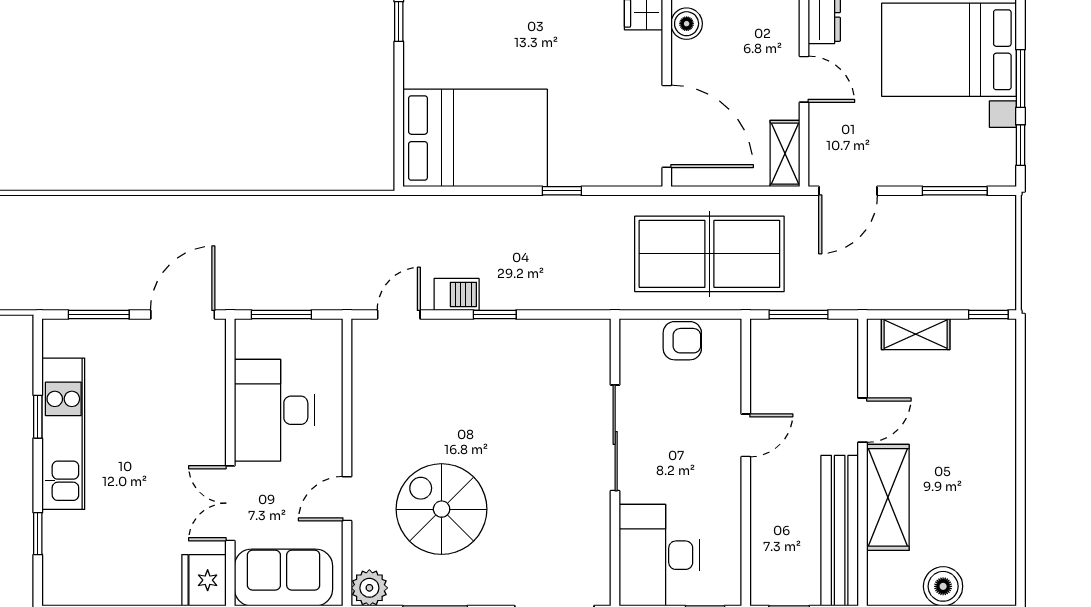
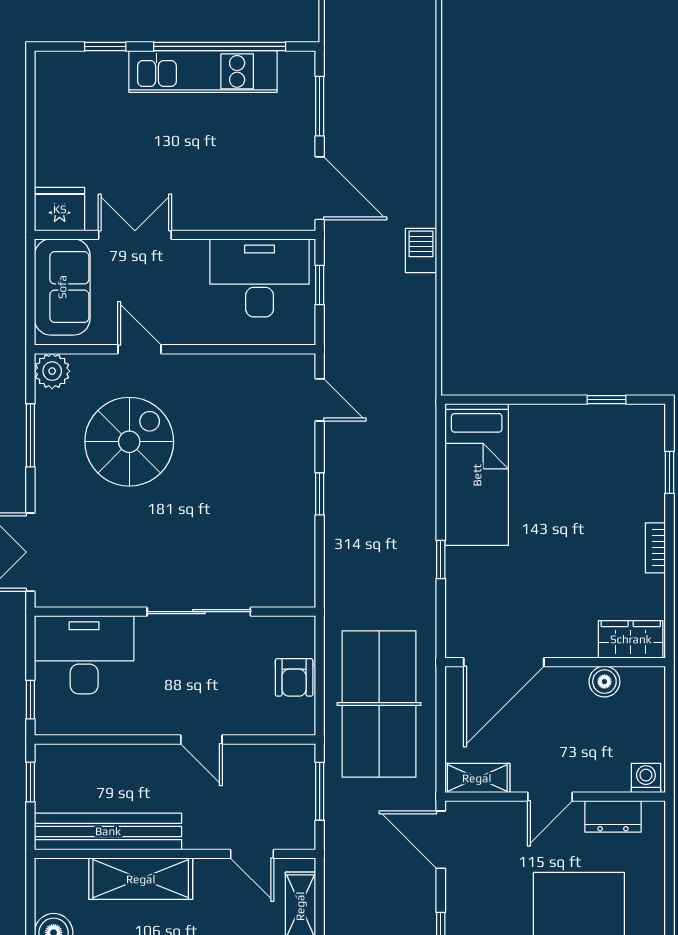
bed: (475, 138) -> (477, 475), width x0.67
barbecue: (457, 294) -> (421, 250), moved, turned 180
window: (281, 315) -> (320, 285), width x0.67
desk: (274, 410) -> (260, 278), moved
window: (38, 417) -> (220, 46), width x3.17
door: (863, 420) -> (252, 854), moved

